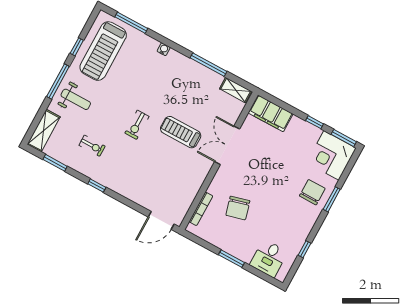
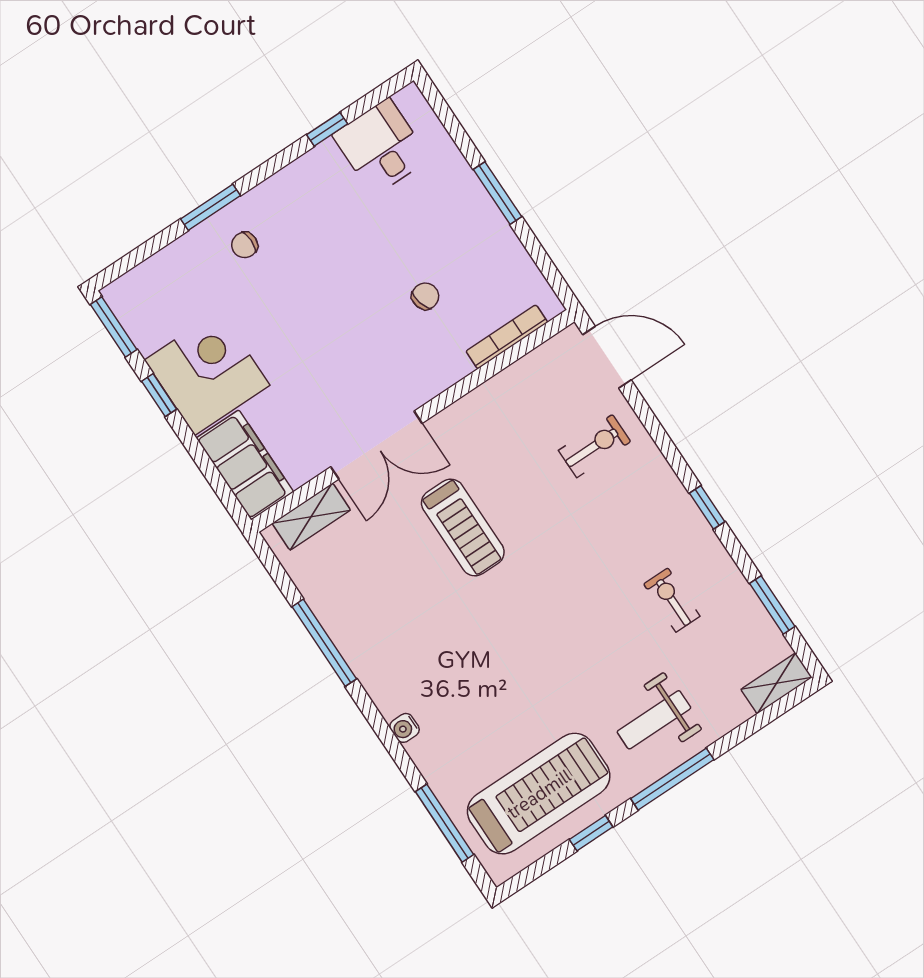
shelving: (236, 90) -> (311, 517), moved, turned 90
weight bench: (76, 99) -> (654, 720), turned -90
exercise bike: (137, 125) -> (595, 446), moved
shelving: (44, 131) -> (776, 683), width x0.67, depth x0.75
corner desk: (331, 155) -> (207, 373), moved, turned -90
chair: (312, 192) -> (245, 245), width x0.54, depth x0.54
chair: (238, 208) -> (425, 296), width x0.54, depth x0.54
desk: (269, 258) -> (381, 147), moved, turned -90

